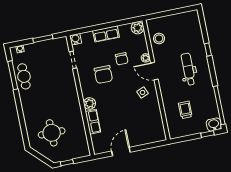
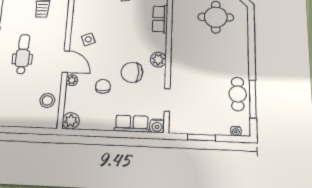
row of seats: (106, 34) -> (132, 124), moved
dental chair: (188, 69) -> (23, 54), turned 180
chair: (103, 75) -> (132, 72), turned -90
plant: (90, 104) -> (158, 60), moved

